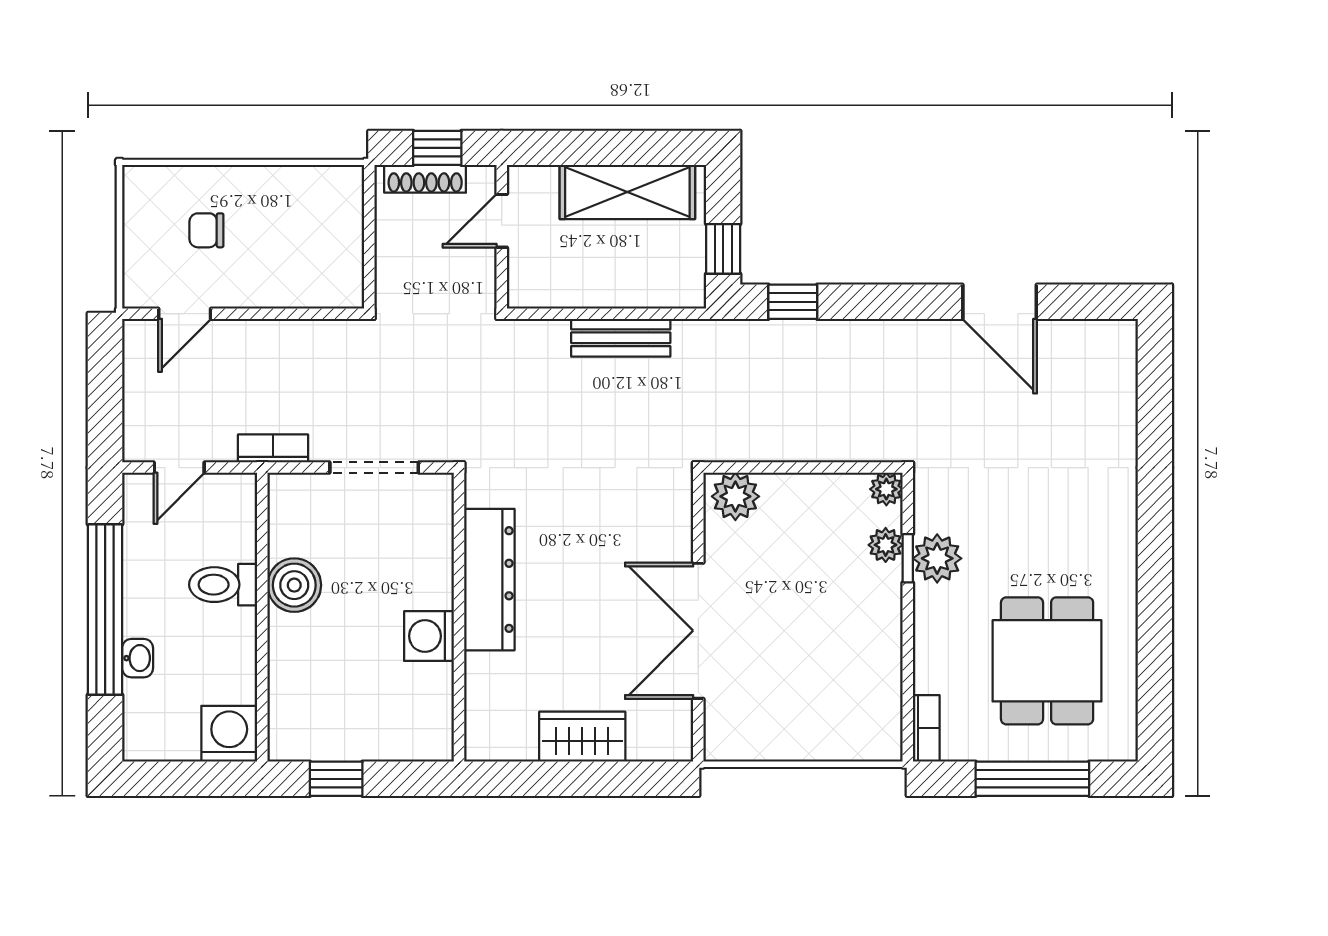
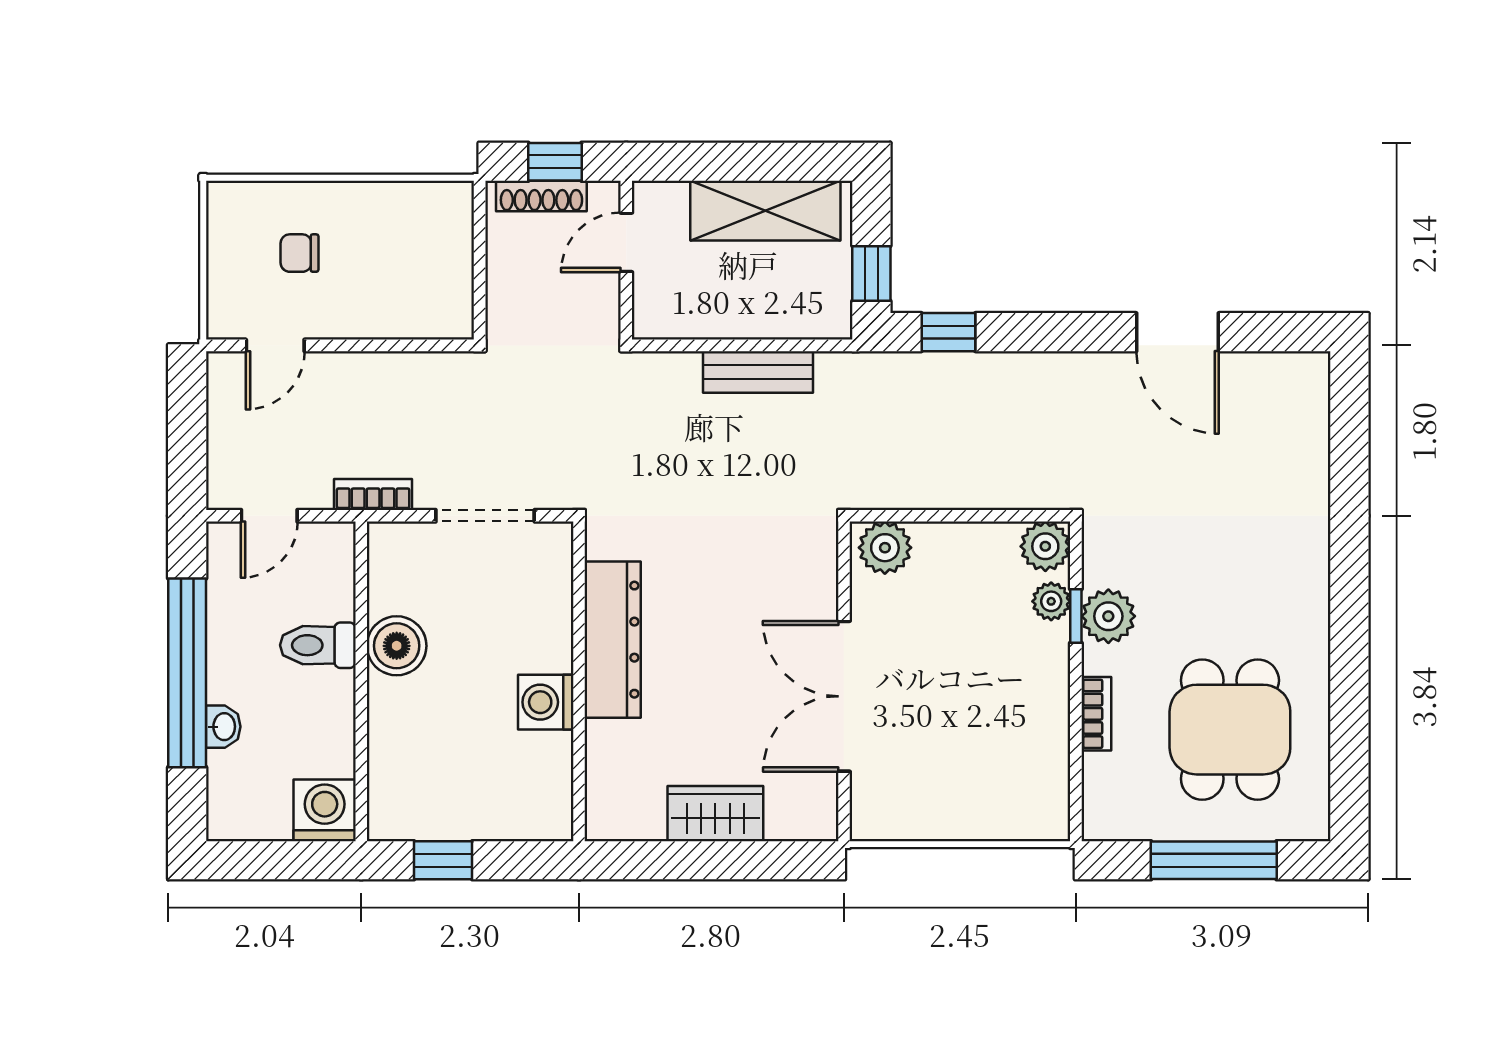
plant: (886, 489) -> (1045, 546), width x1.38, depth x1.38
bookcase: (926, 728) -> (1096, 714), moved

